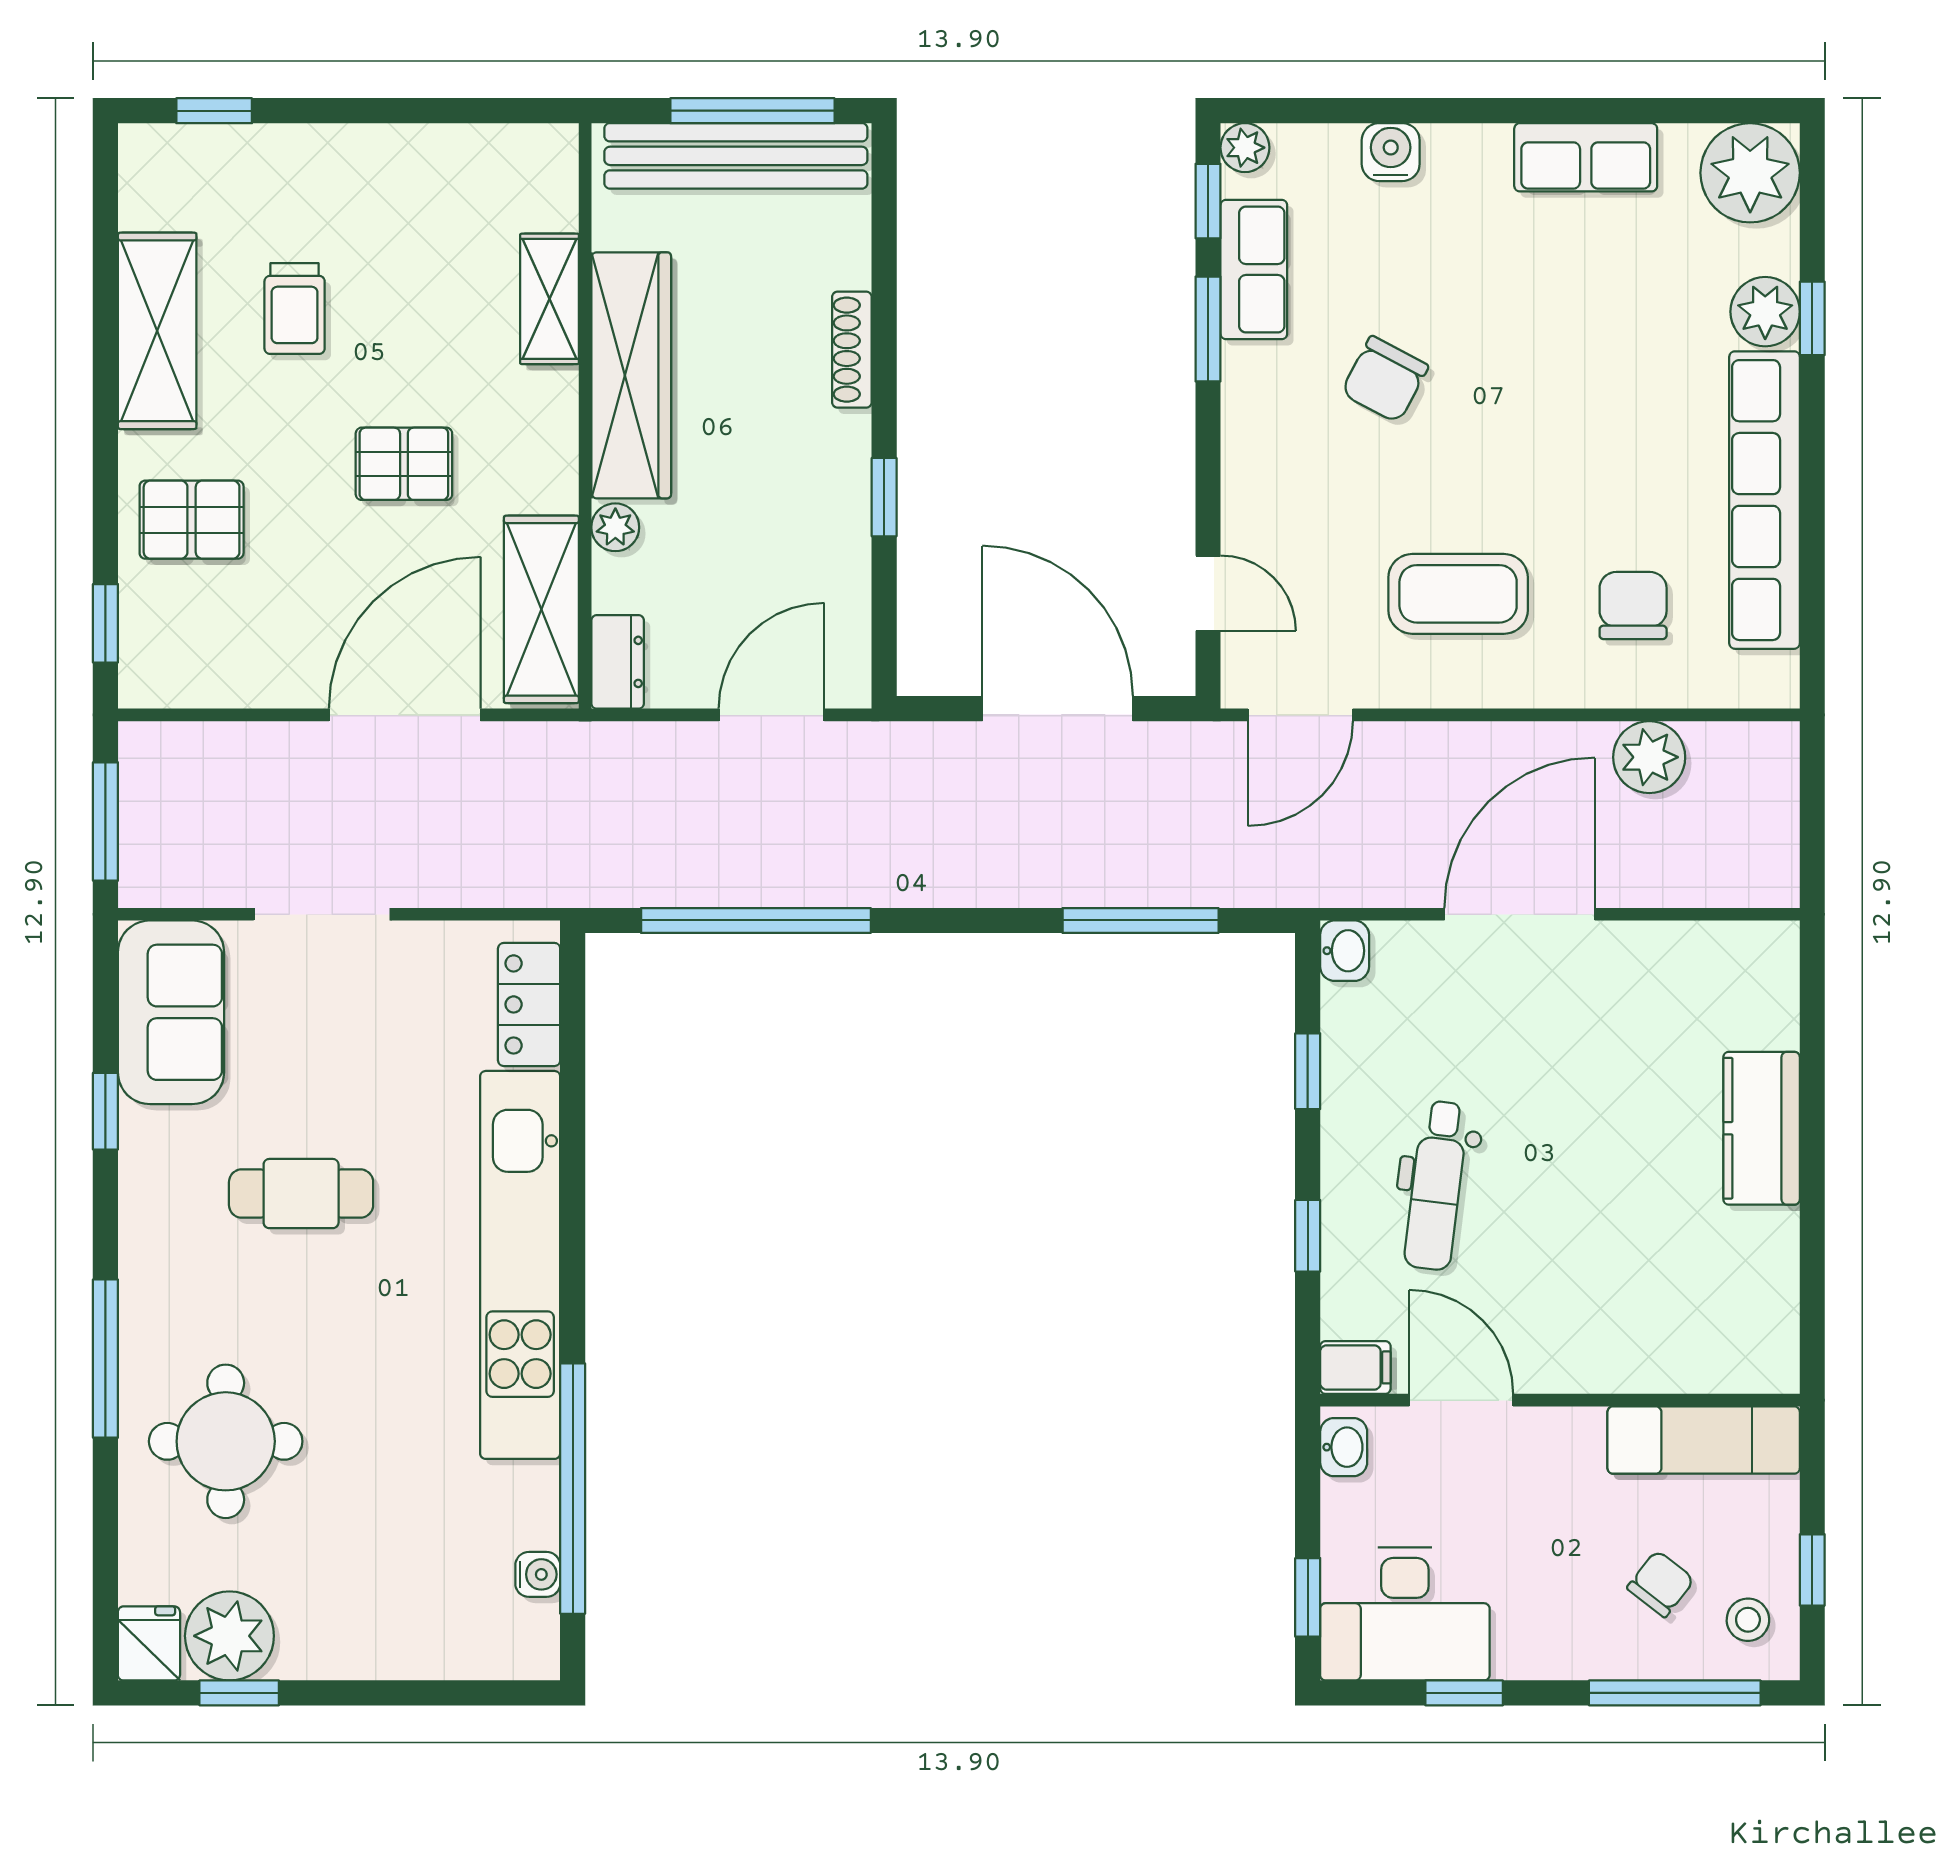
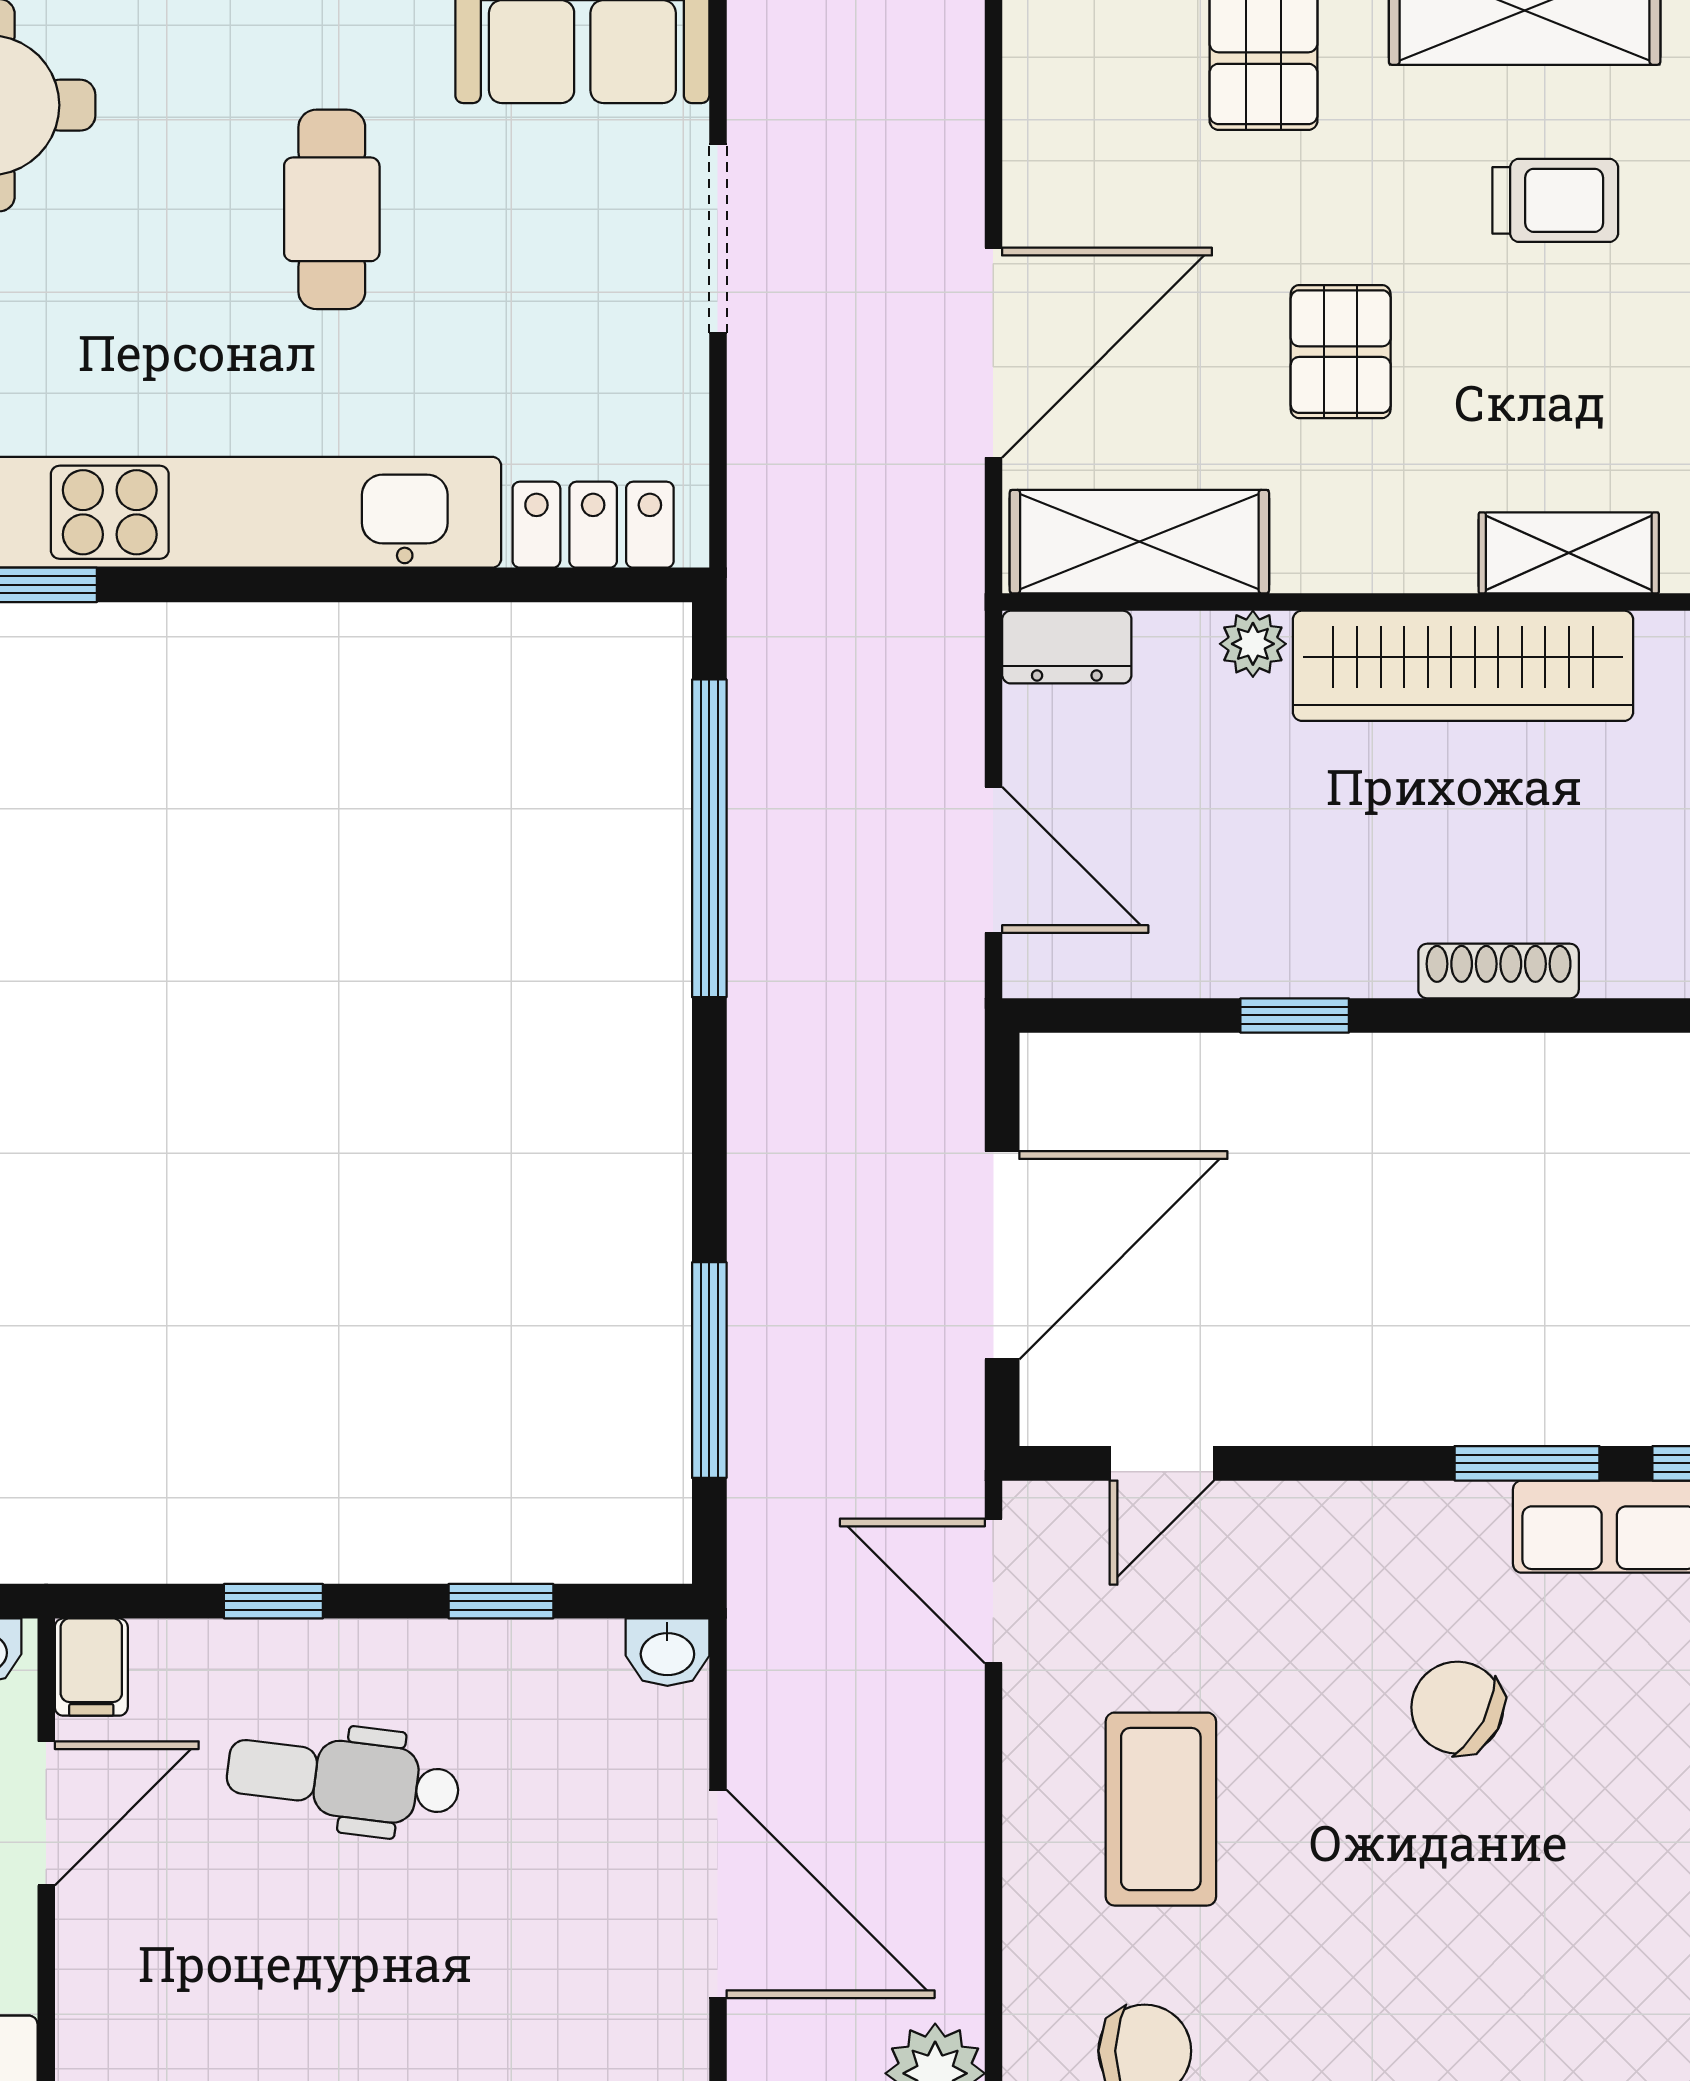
trolley: (295, 309) -> (1555, 200), turned 180
door: (405, 715) -> (993, 353), hinge flipped

